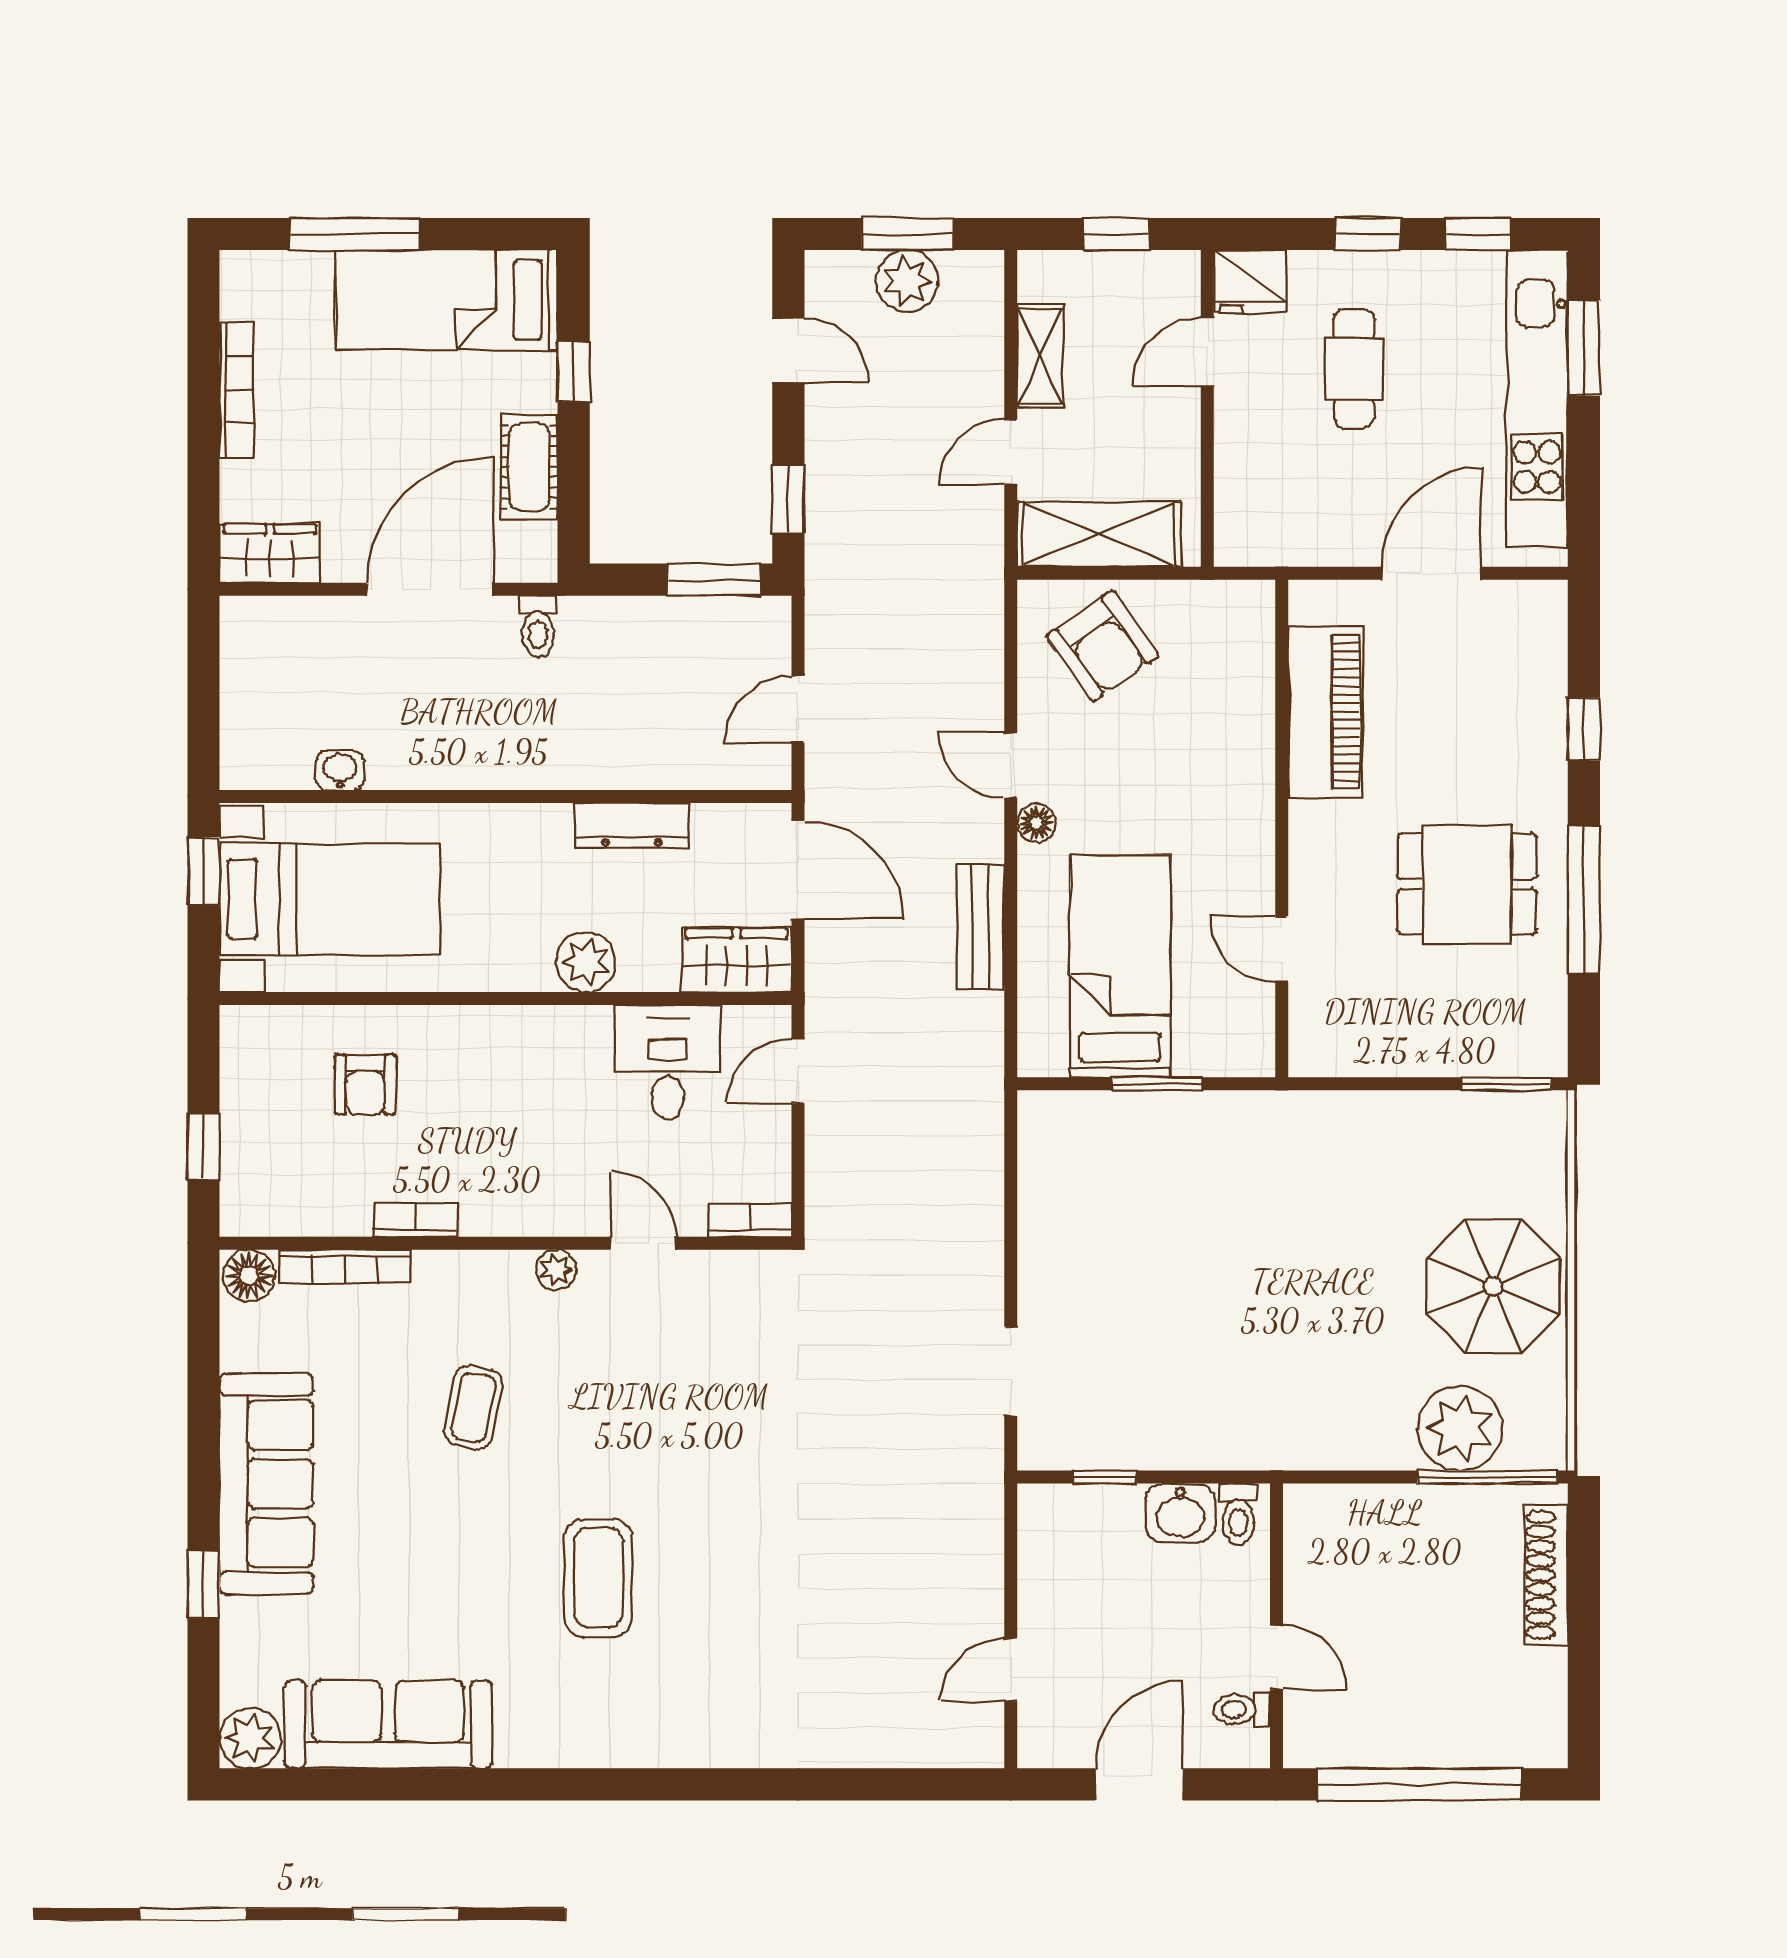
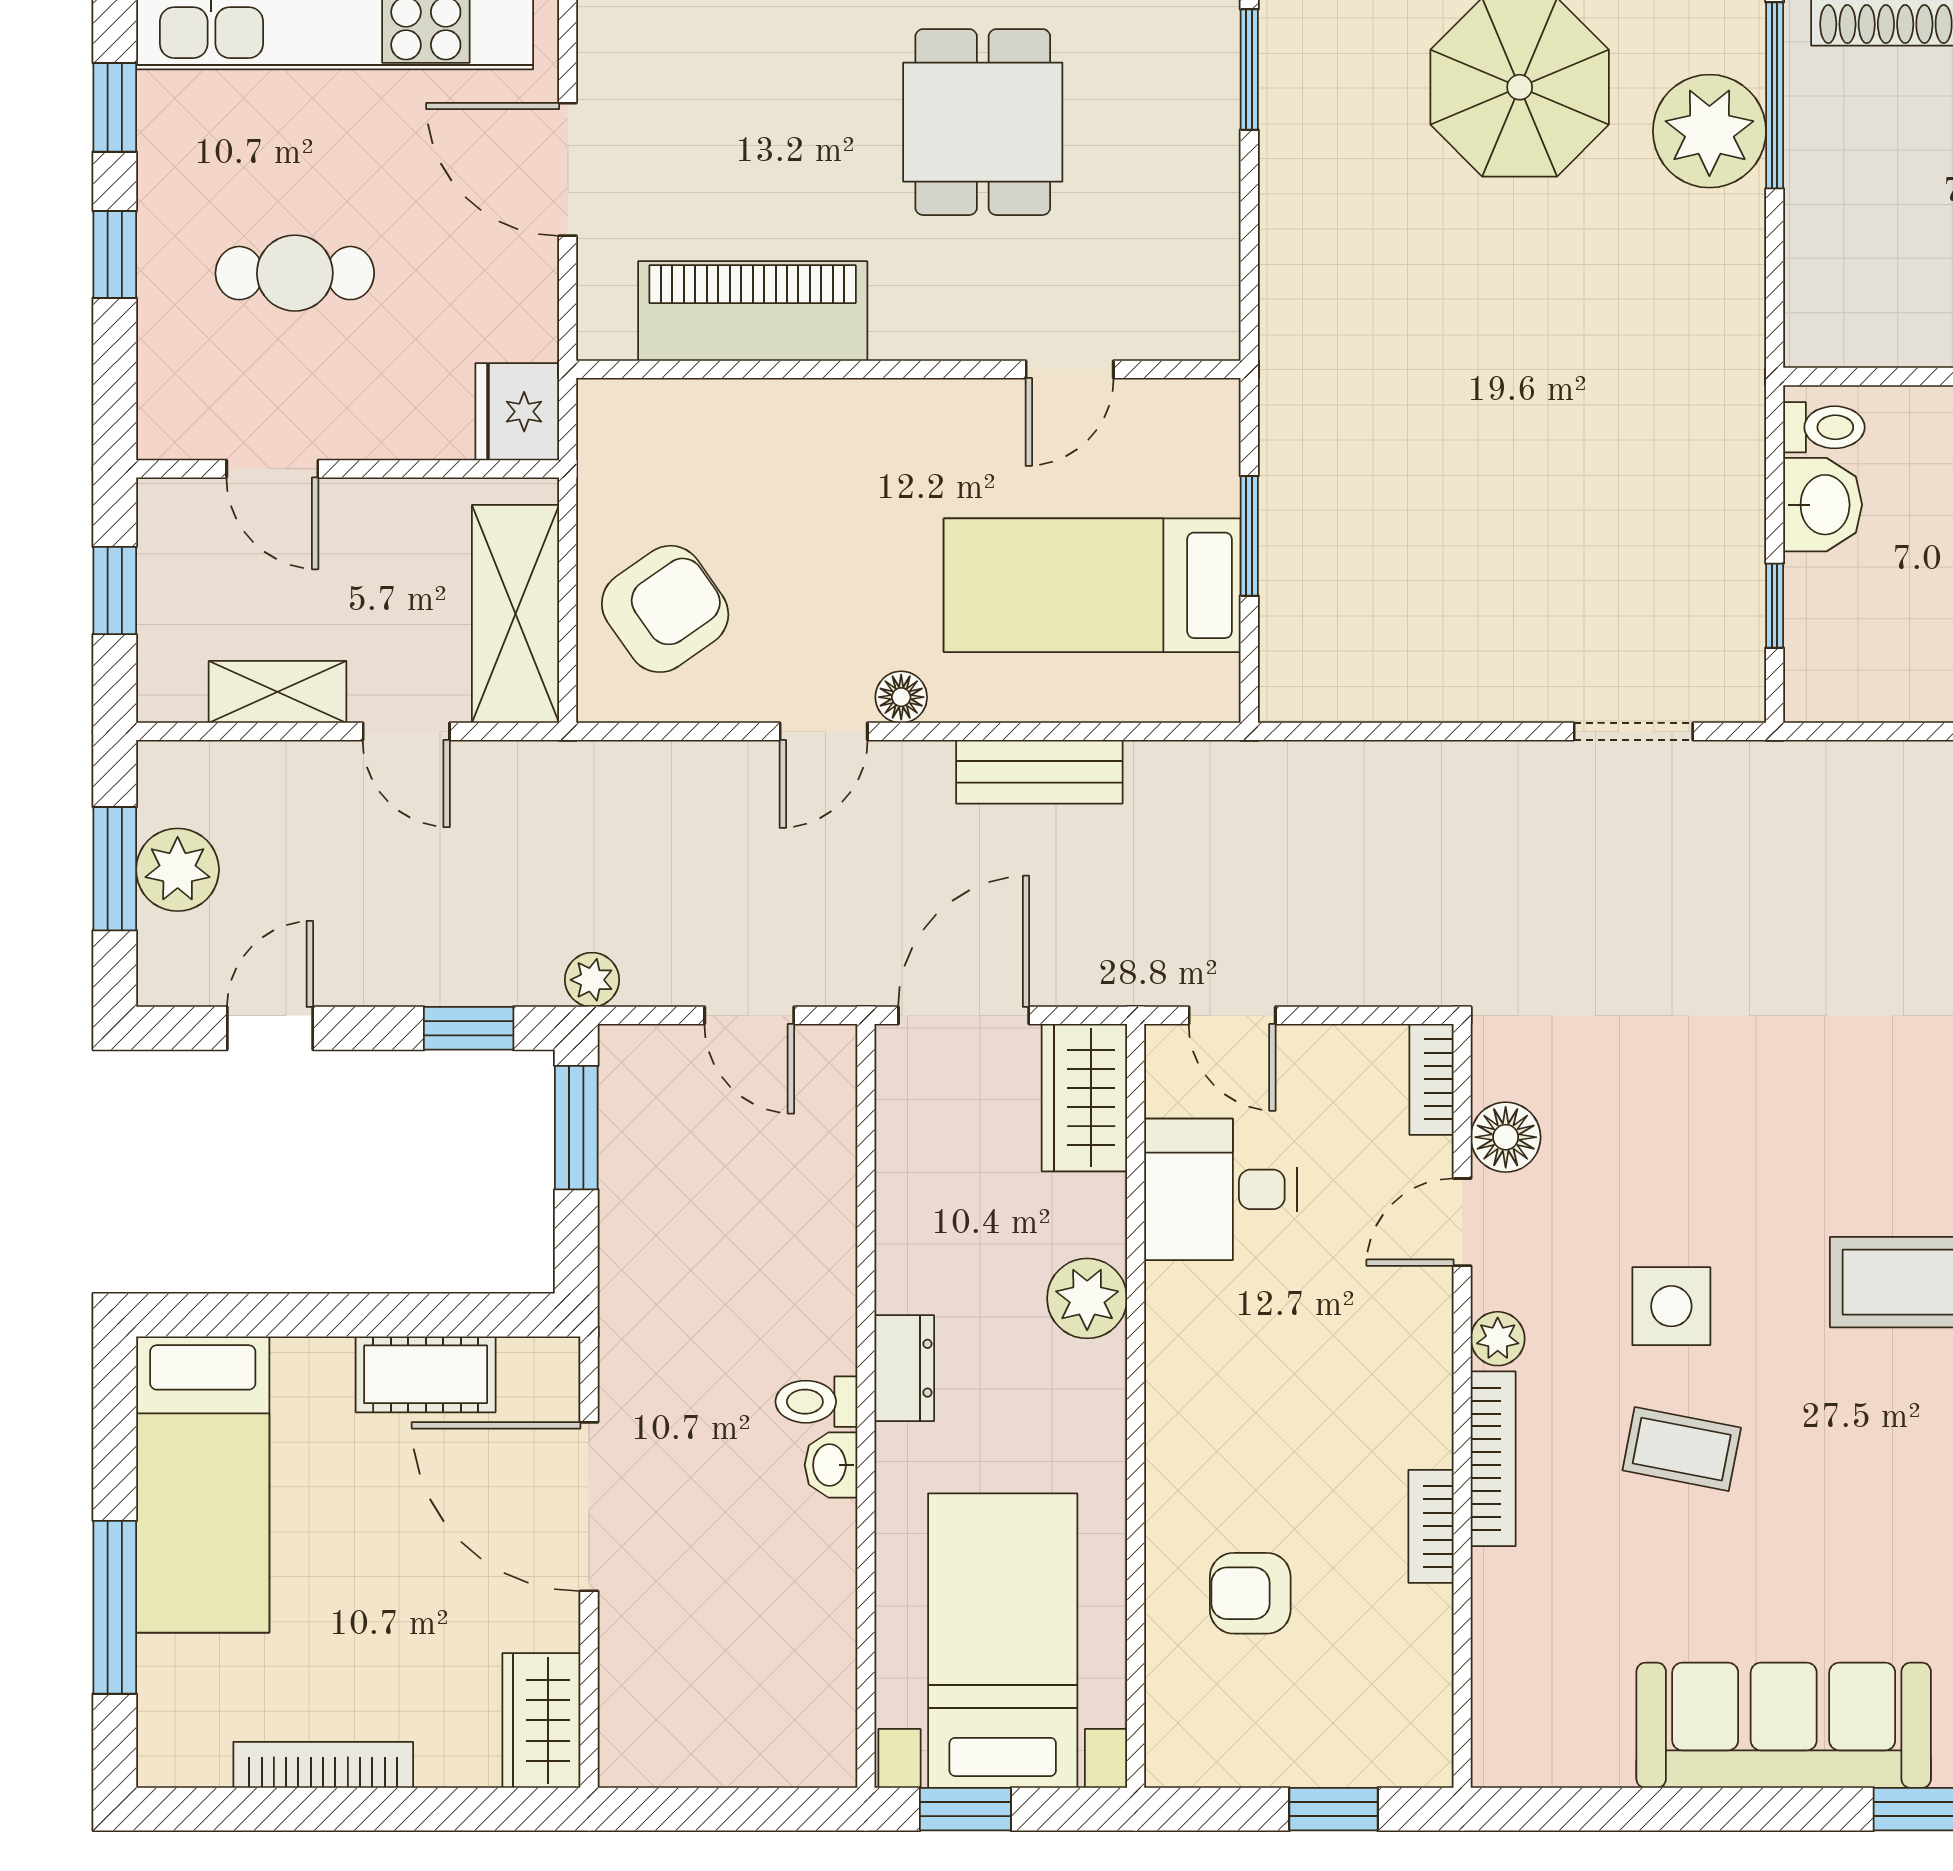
fridge: (1250, 281) -> (517, 412), moved, turned 180
window: (574, 372) -> (299, 1315), removed
plant: (825, 591) -> (592, 980), added
toilet: (538, 626) -> (816, 1402), moved, turned 180
washbasin: (340, 770) -> (831, 1465), moved
dresser: (632, 825) -> (904, 1368), moved, width x0.70
armchair: (365, 1084) -> (1250, 1593), turned 180
bookcase: (345, 1266) -> (1493, 1459), moved
floor lamp: (249, 1276) -> (1506, 1137), moved
side table: (580, 1400) -> (1671, 1306), added

